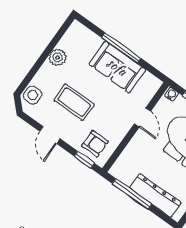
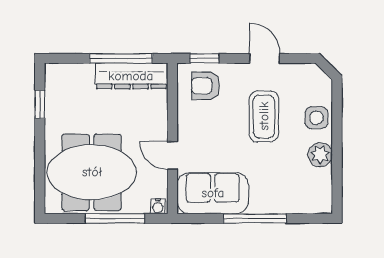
sofa: (117, 67) -> (213, 193), moved
side table: (33, 95) -> (316, 118), moved
coffee table: (74, 102) -> (264, 116), turned 90
dresser: (155, 195) -> (131, 76), moved

